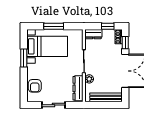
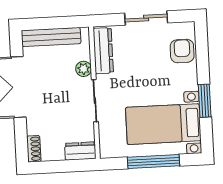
window: (54, 26) -> (153, 162), width x1.44
window: (108, 26) -> (55, 167), removed
window: (125, 43) -> (21, 138), removed

